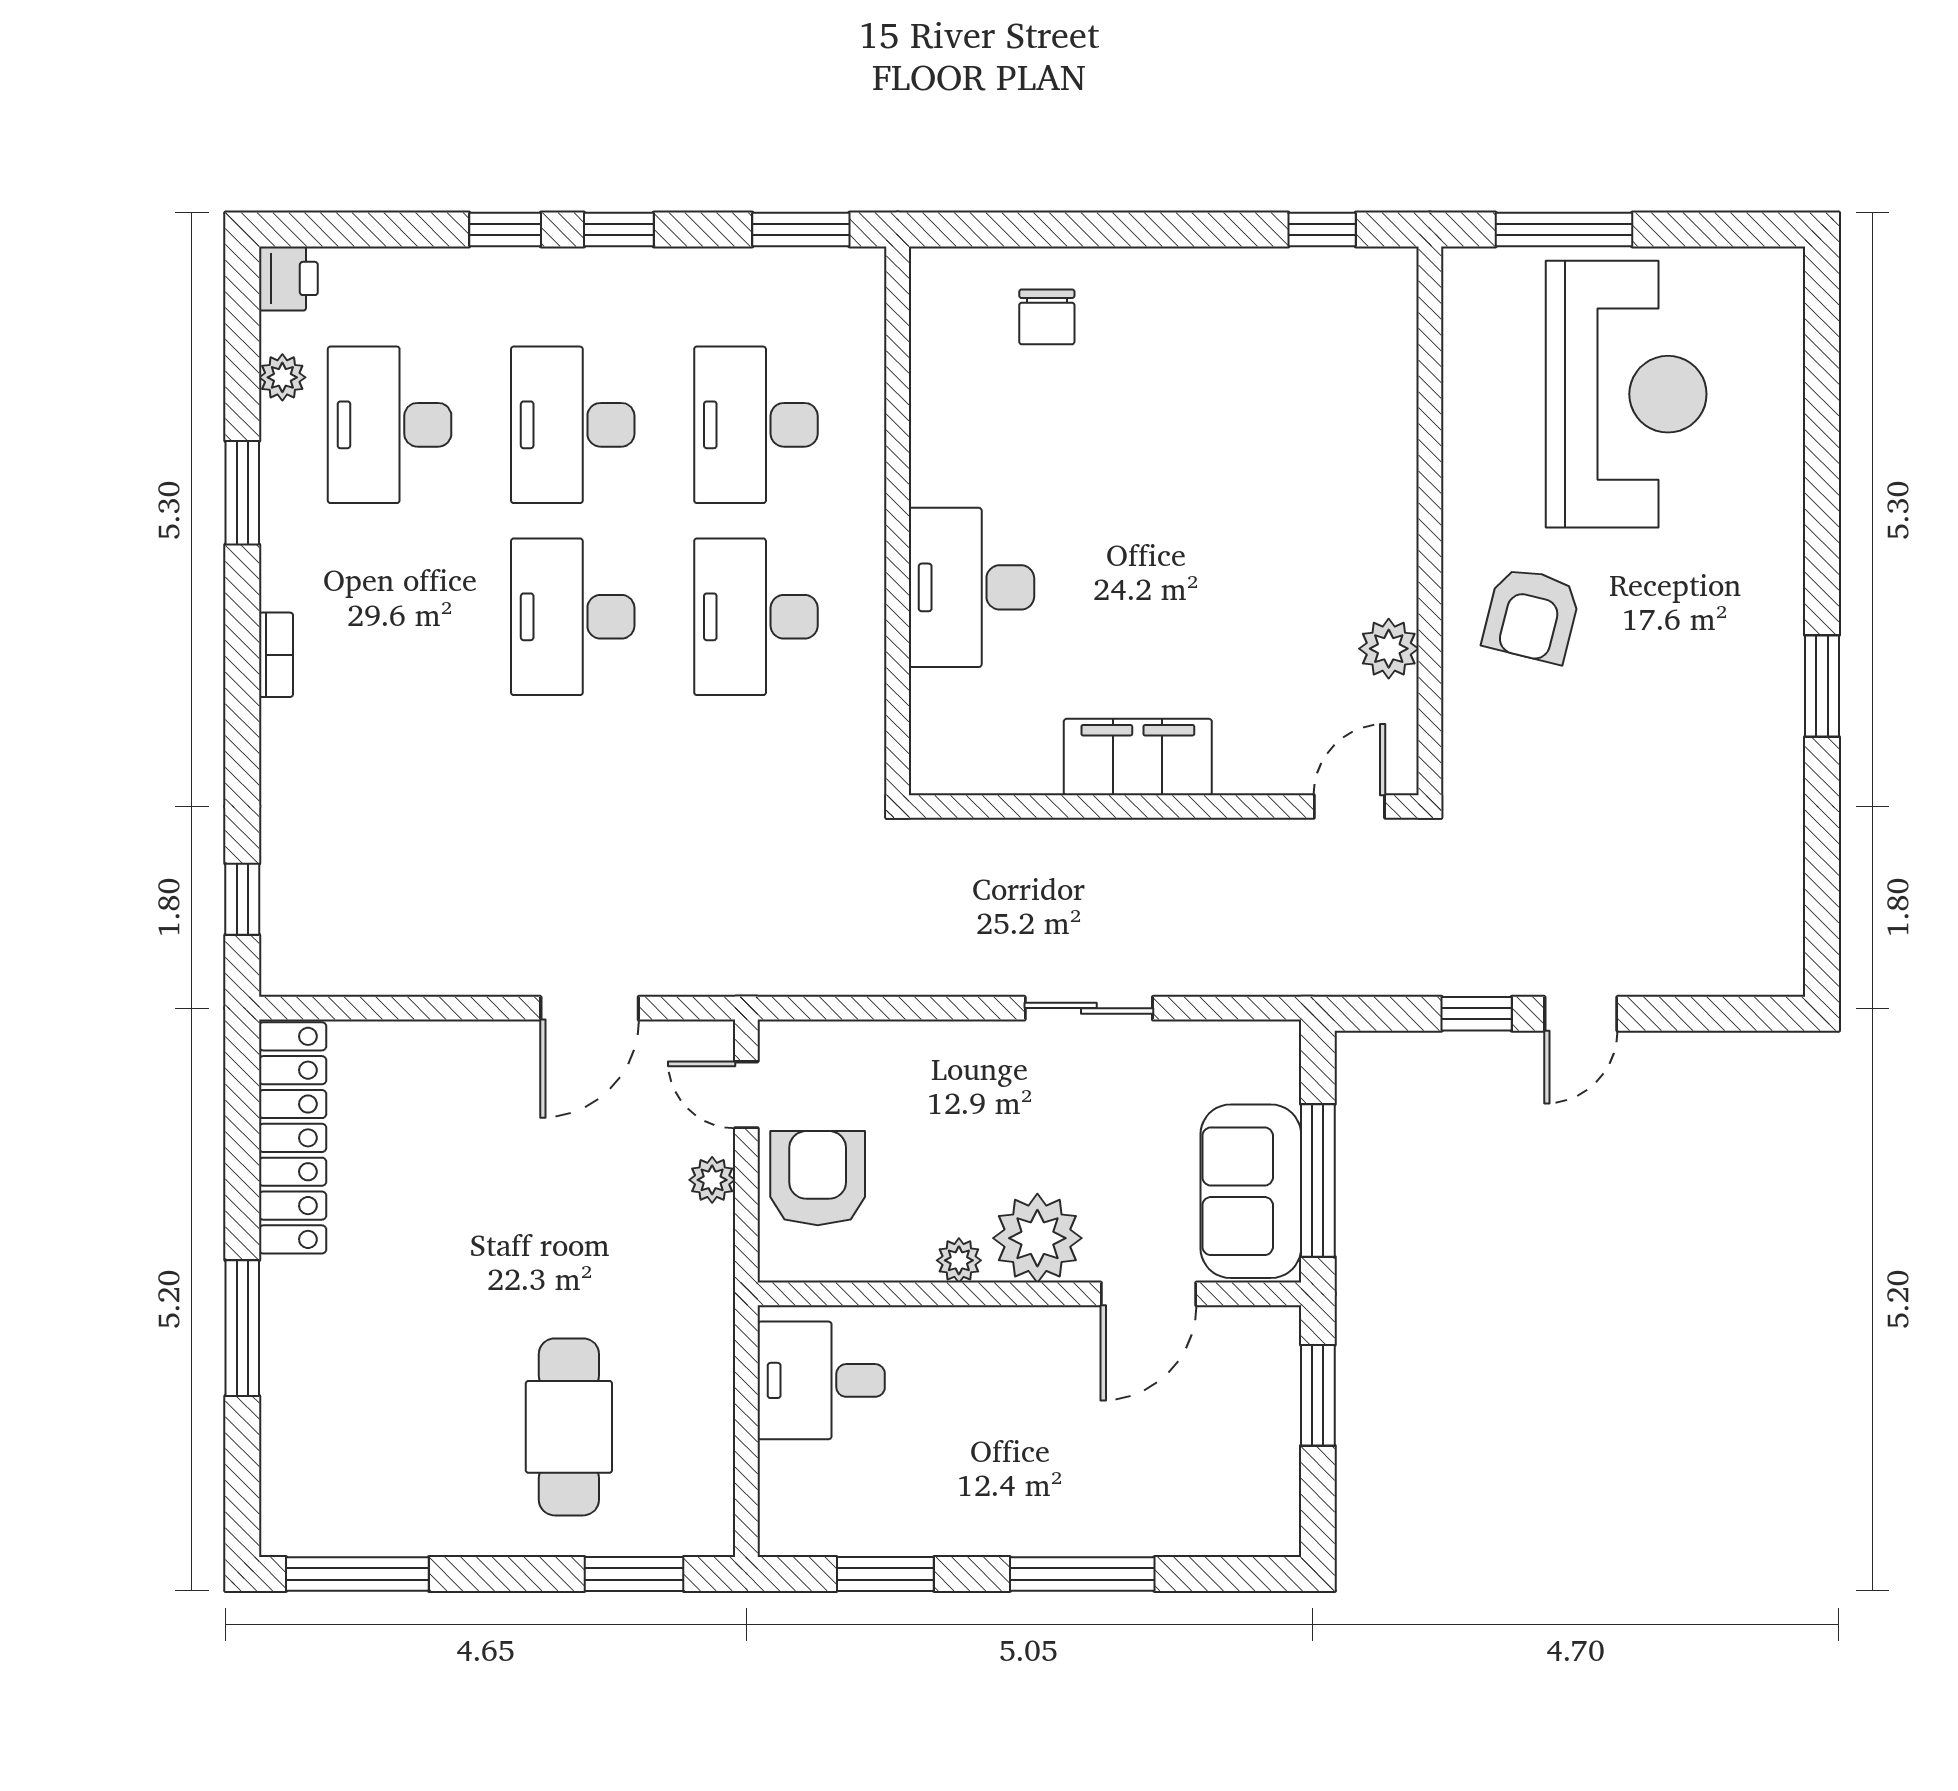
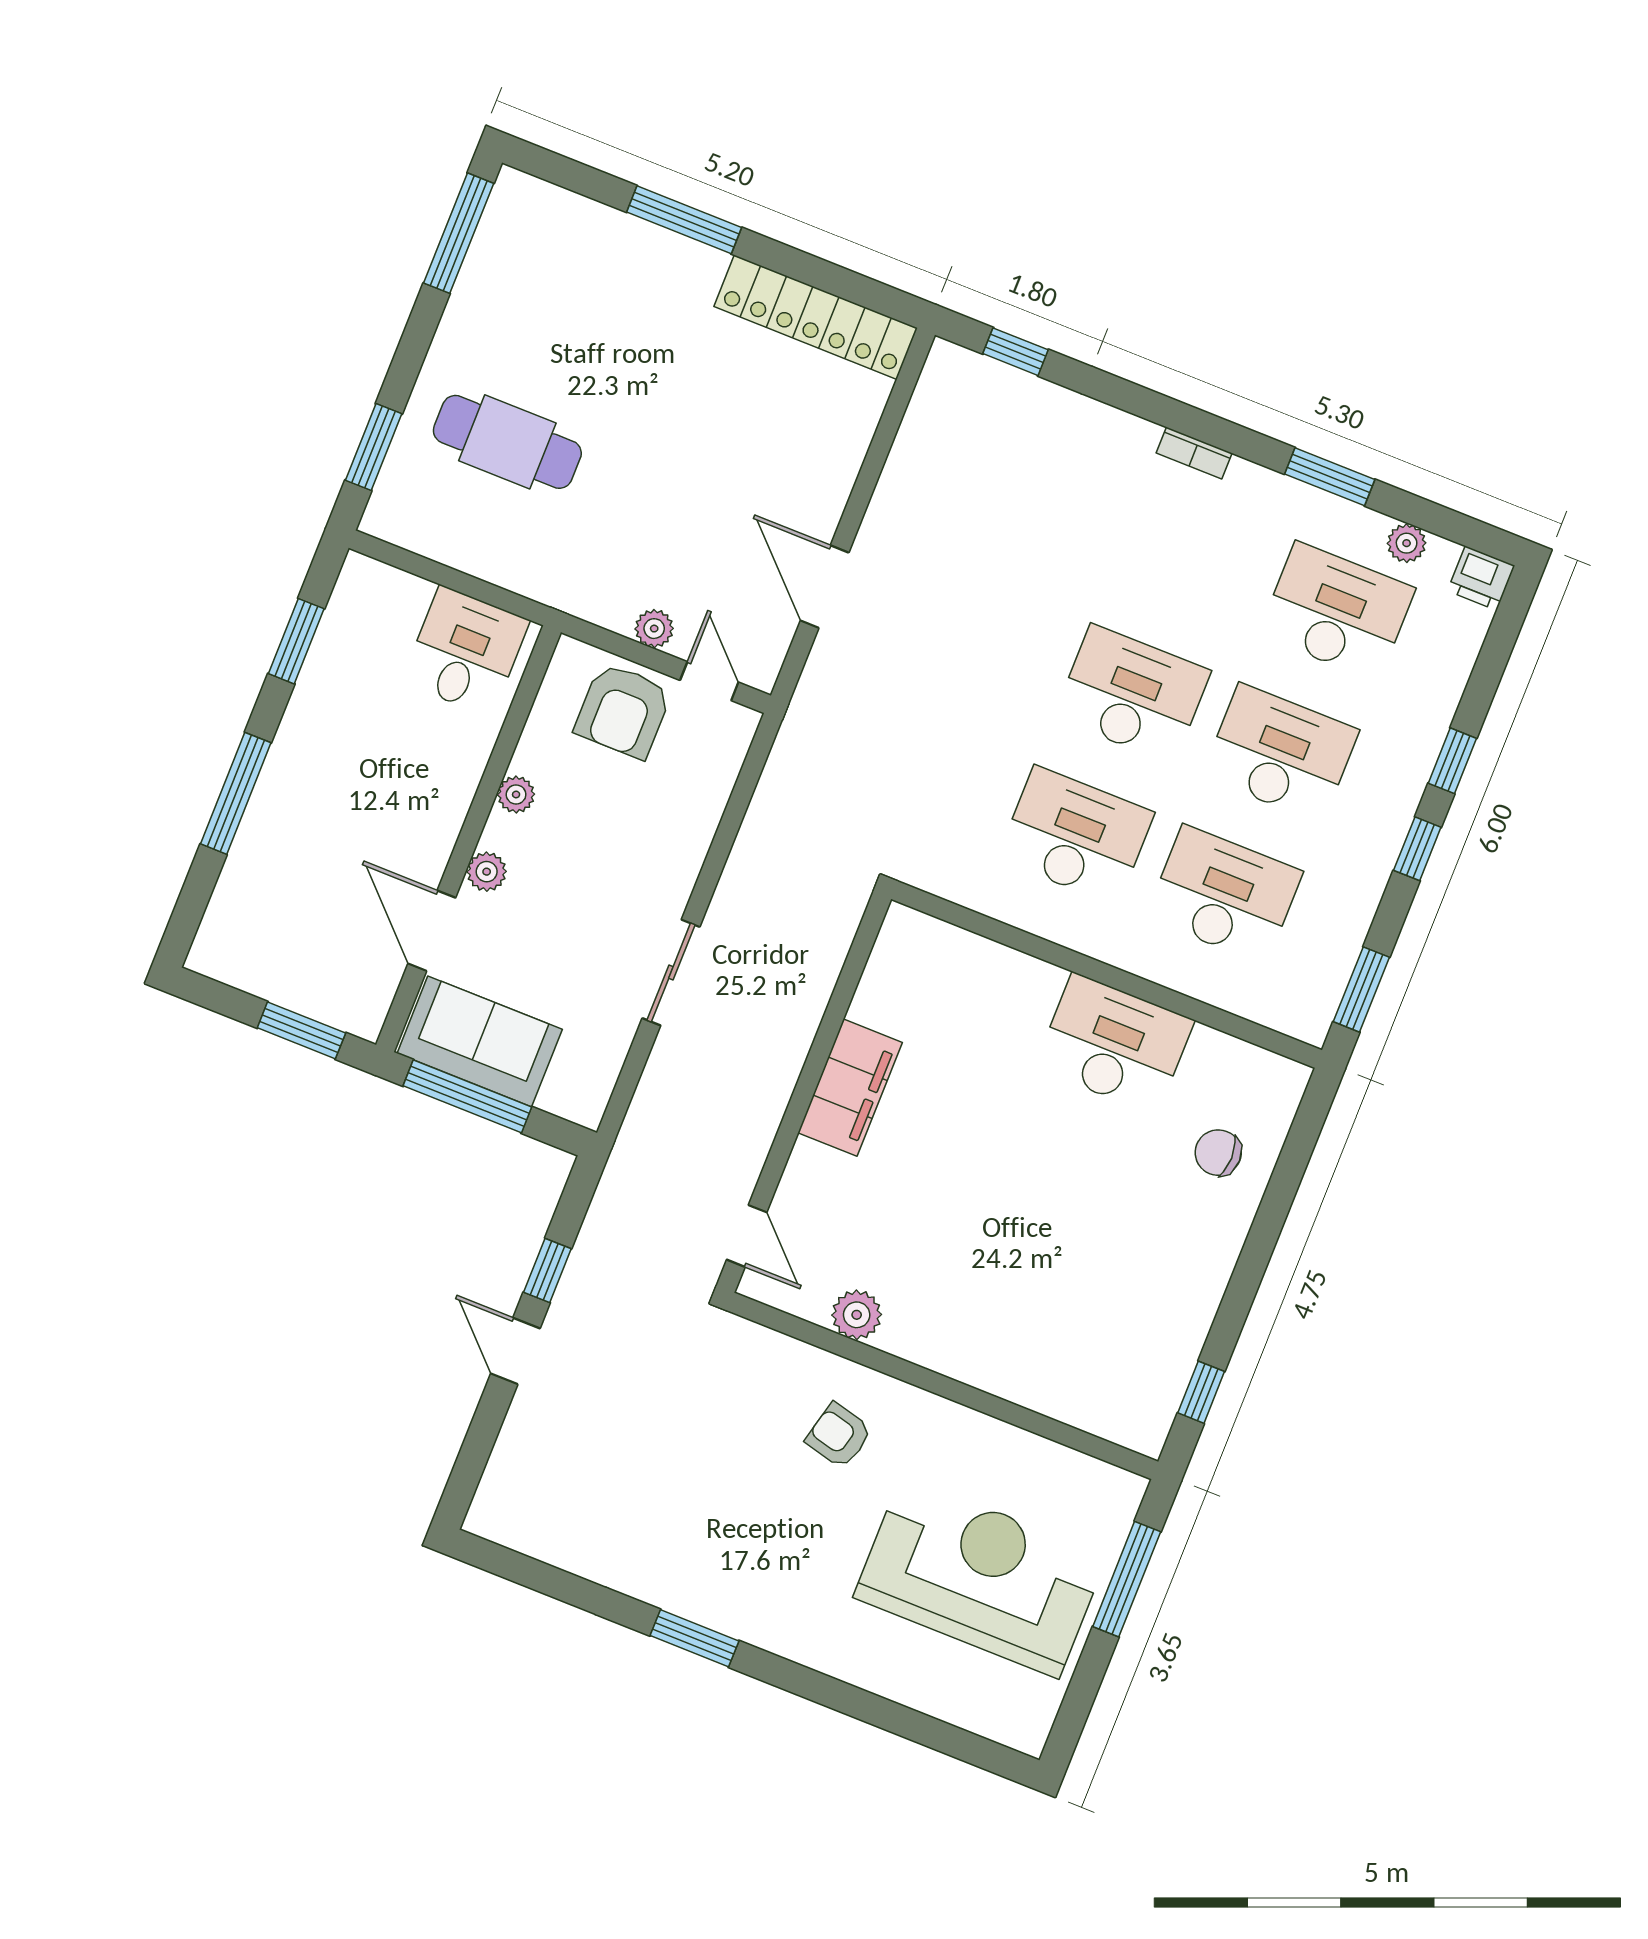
reception desk: (1626, 394) -> (980, 1577), turned 180
desk: (971, 587) -> (1114, 1044), moved
armchair: (1531, 615) -> (839, 1436), width x0.72, depth x0.72
door: (746, 1095) -> (709, 681), hinge flipped
armchair: (818, 1178) -> (623, 711), turned 90
plant: (1037, 1238) -> (487, 872), width x0.53, depth x0.53

